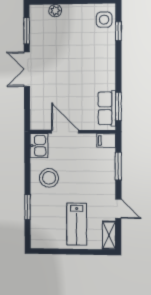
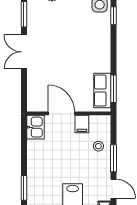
filing cabinet: (106, 141) -> (82, 124), moved, turned -90
window: (118, 166) -> (113, 158), moved
stool: (49, 178) -> (98, 146), moved, width x0.53, depth x0.53

